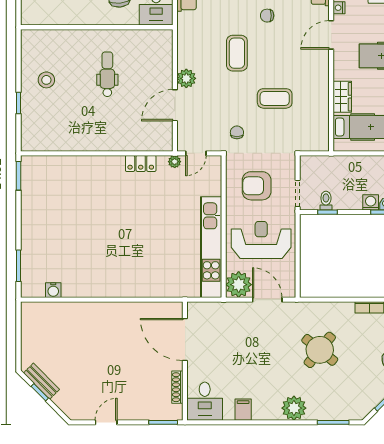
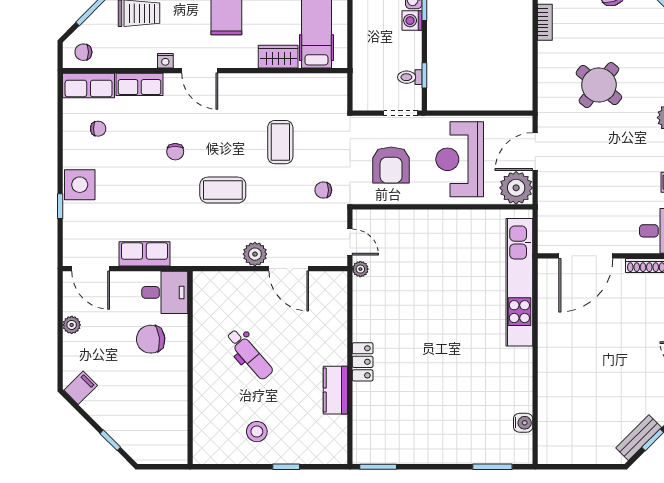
dental chair: (107, 74) -> (250, 354), turned -131
kitchen counter: (79, 142) -> (335, 390), added
locker: (141, 163) -> (363, 362), moved
kitchen unit: (211, 247) -> (519, 282), moved, turned 90

